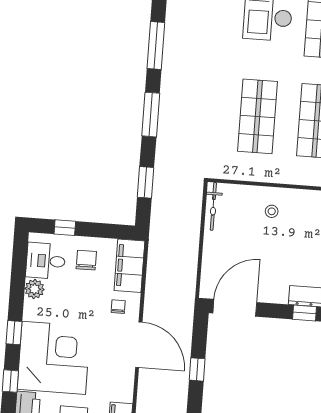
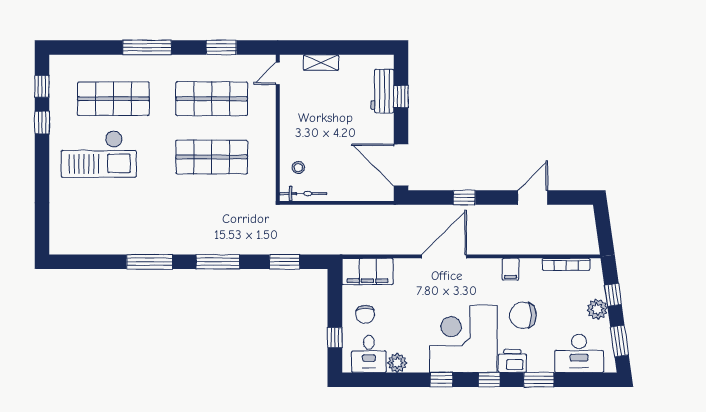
stool: (272, 211) -> (298, 168), moved
chair: (86, 260) -> (365, 314), turned -90
chair: (118, 307) -> (408, 279), removed

